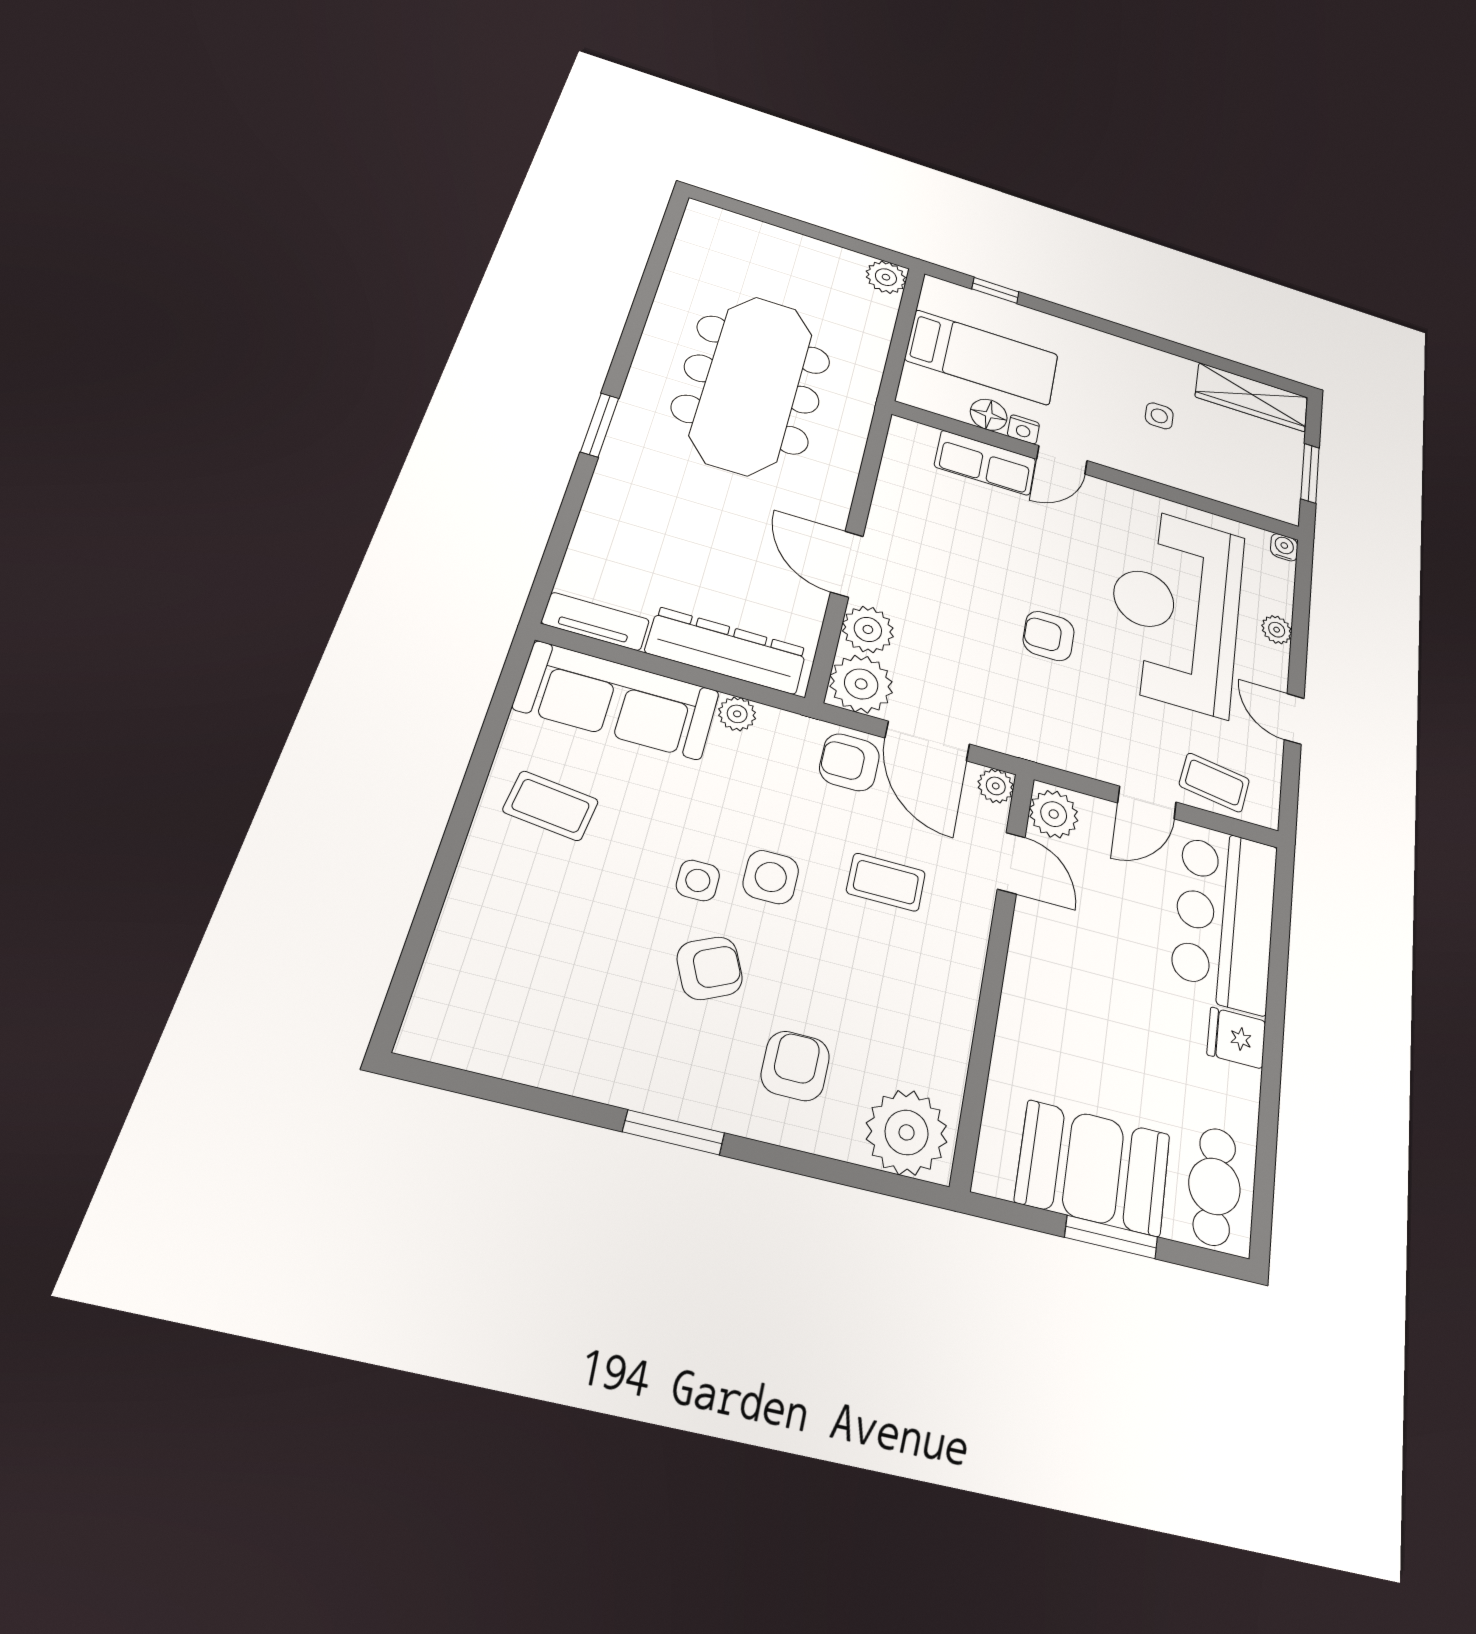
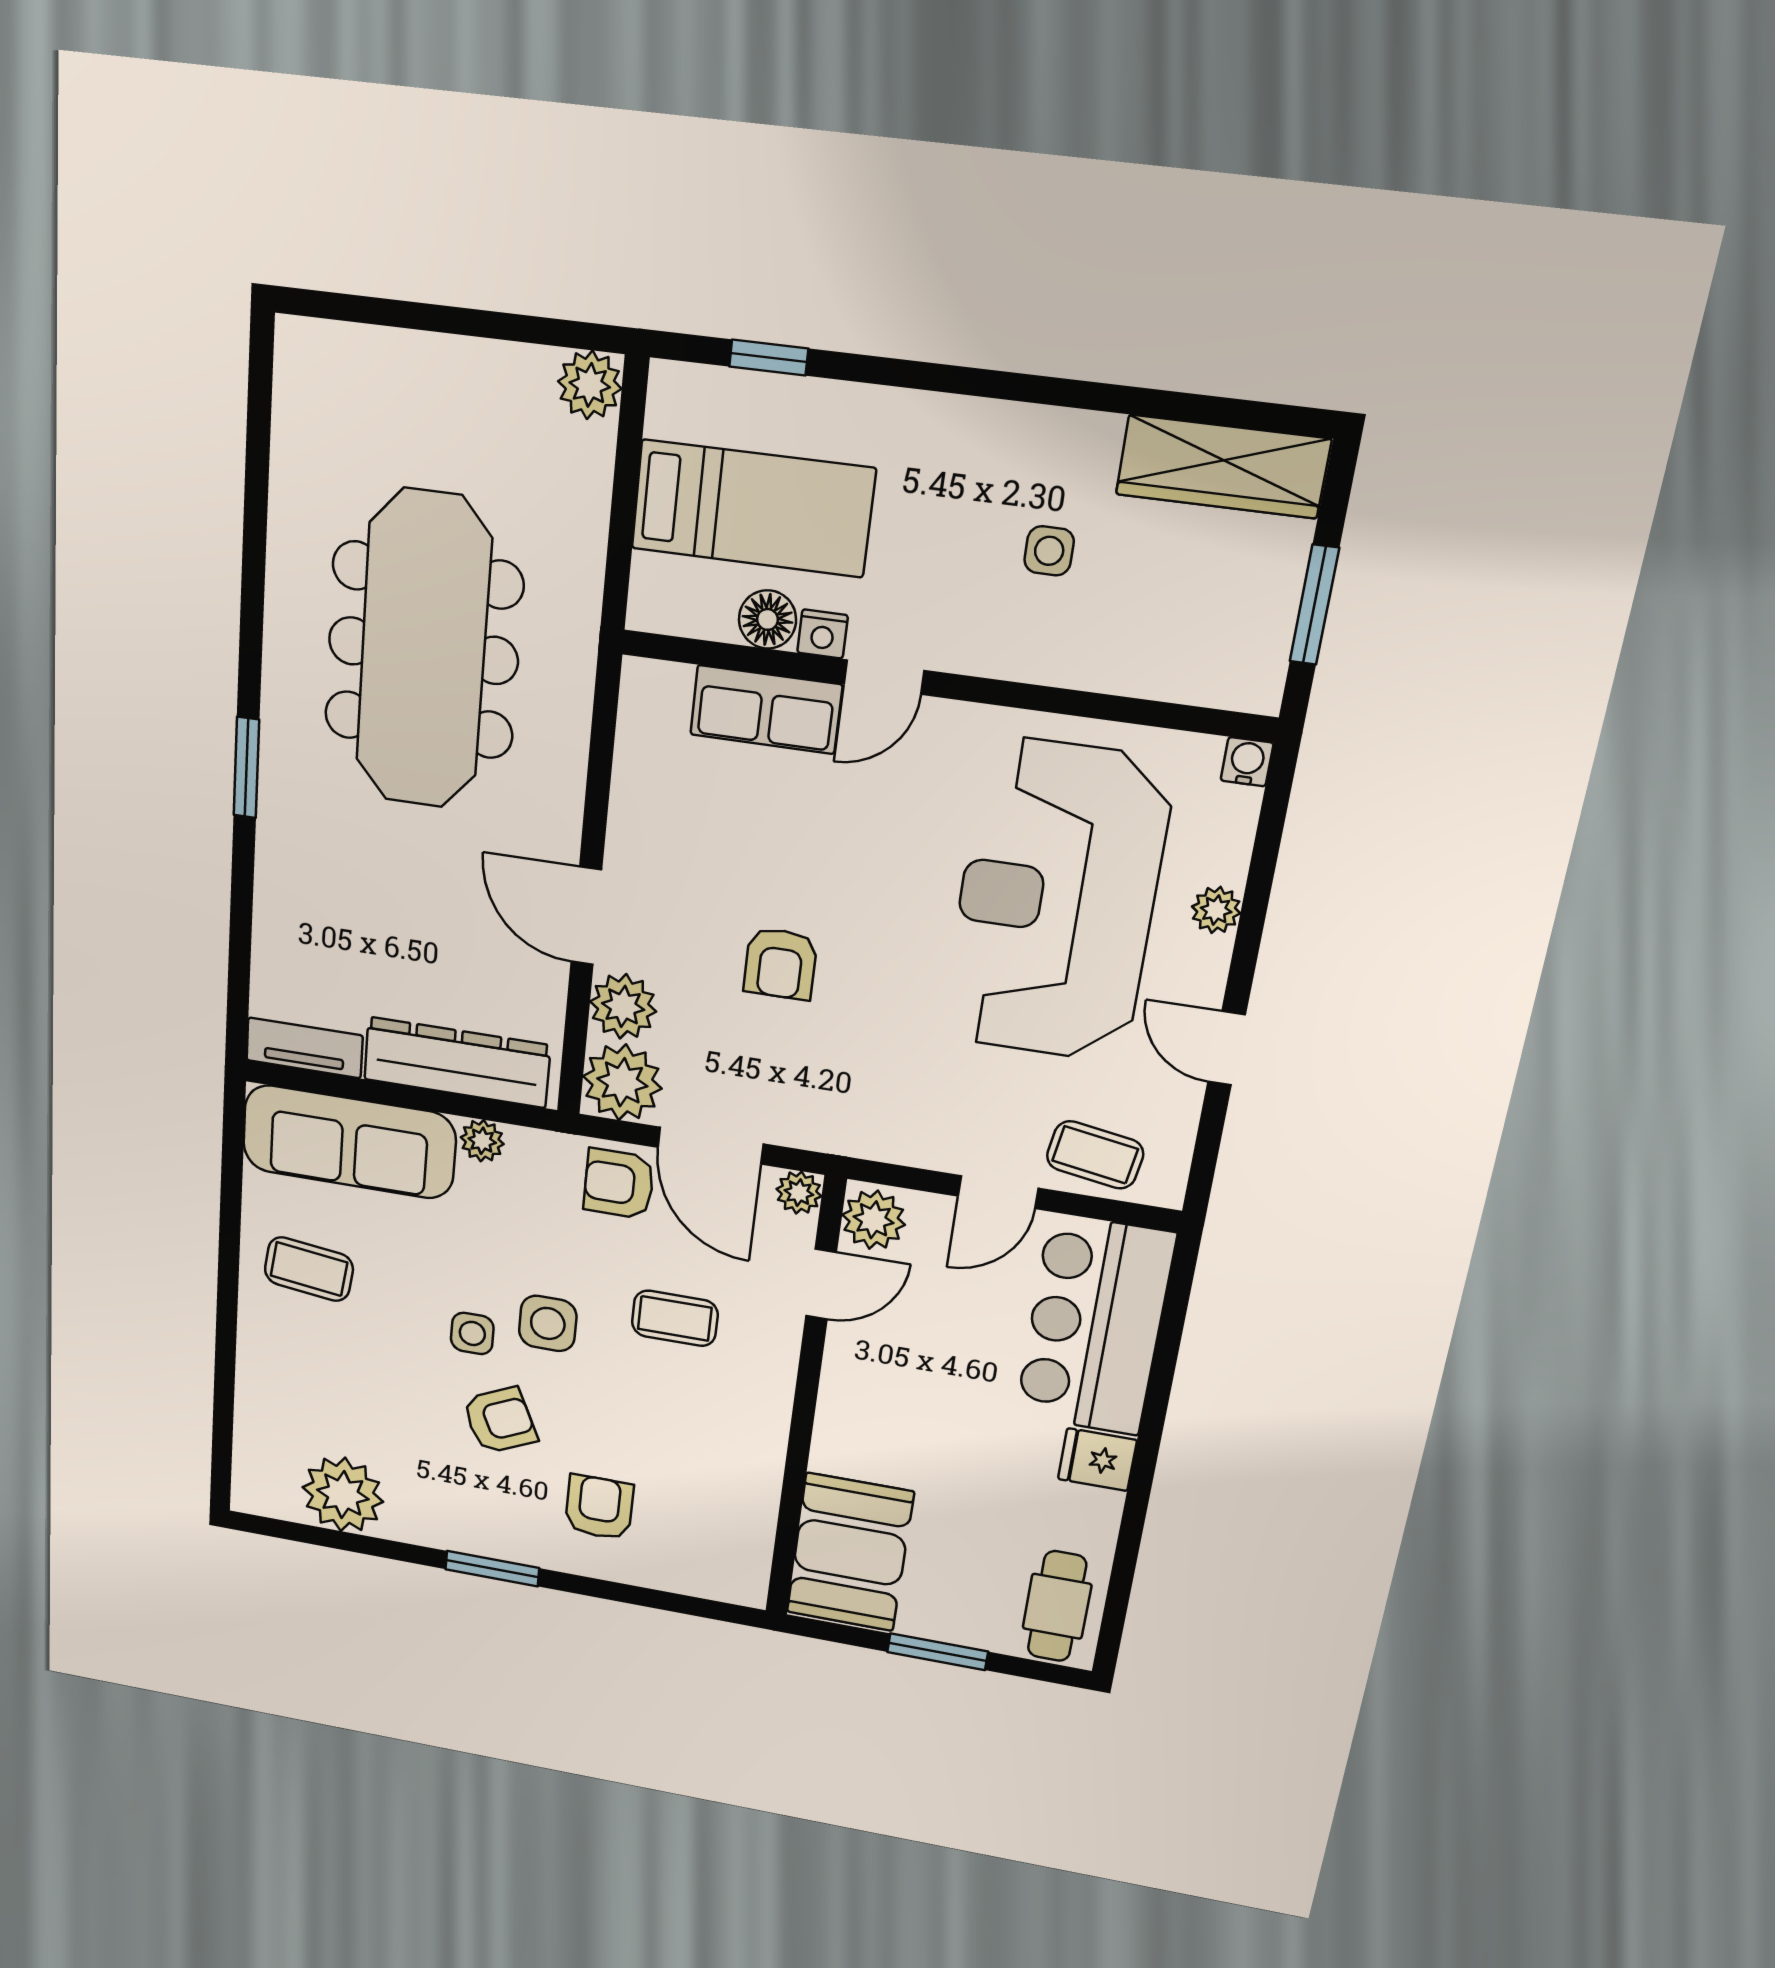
armchair: (1049, 636) -> (780, 964), moved, turned -90
door: (1011, 863) -> (821, 1284), hinge flipped
plant: (907, 1132) -> (343, 1494), moved
booth: (1093, 1168) -> (850, 1552), moved, turned 90

